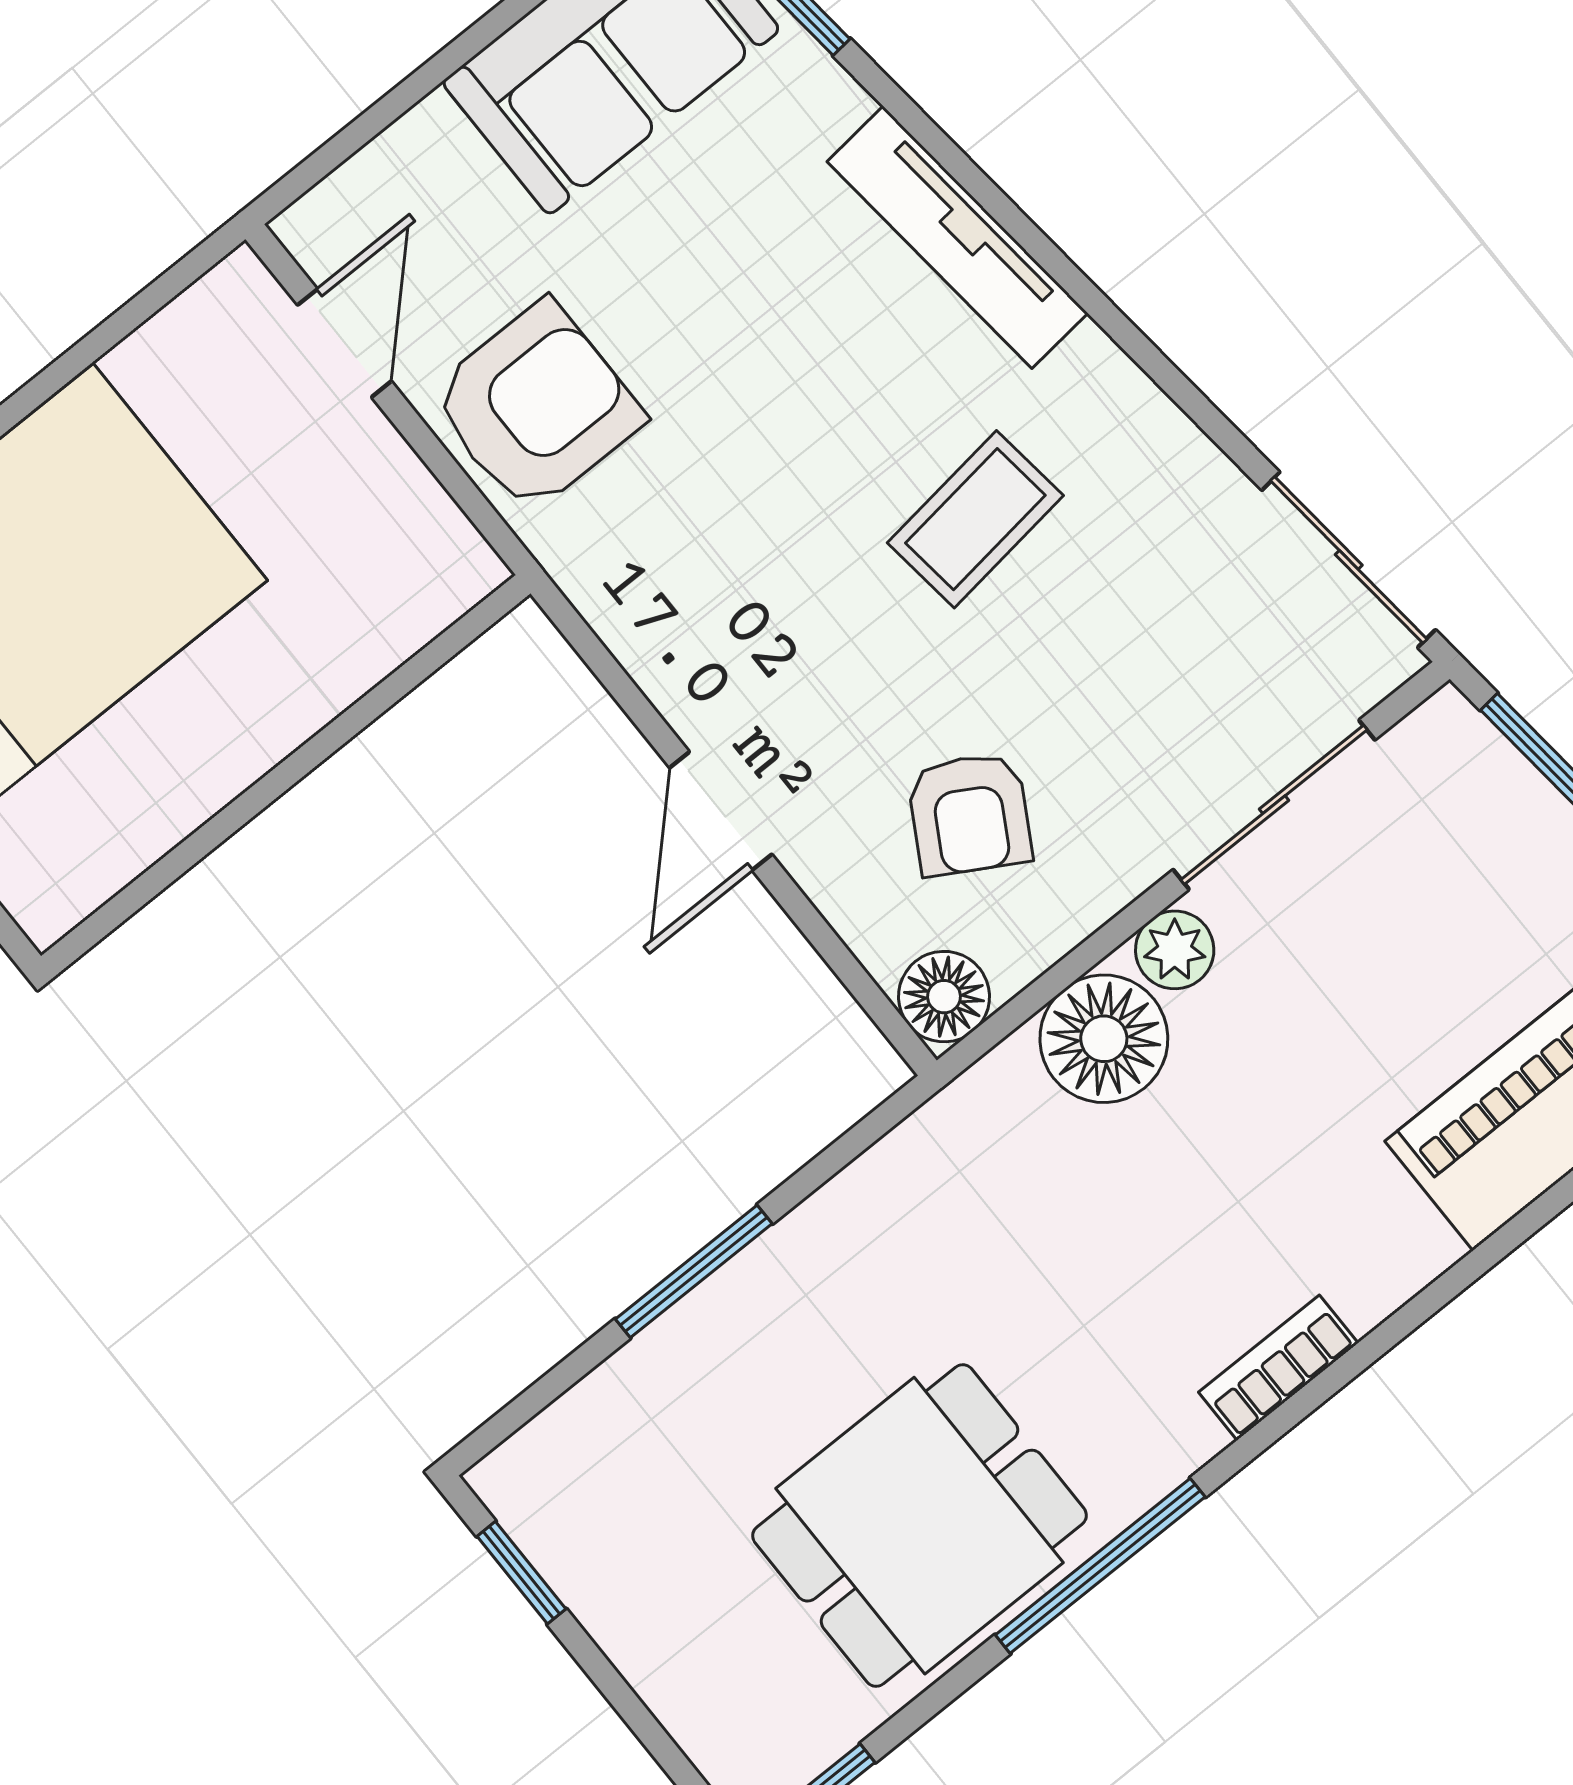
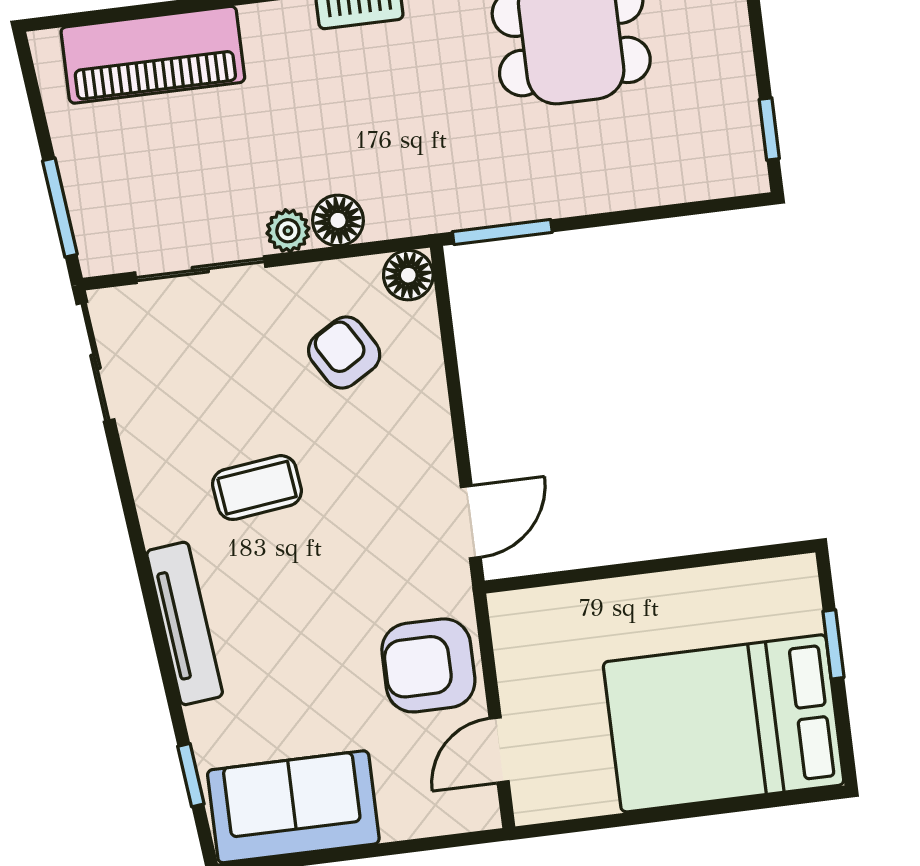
door: (721, 811) -> (471, 522), moved
armchair: (970, 814) -> (344, 353), turned -61
floor lamp: (1104, 1039) -> (338, 220), width x0.73, depth x0.73
window: (694, 1271) -> (502, 232), moved

